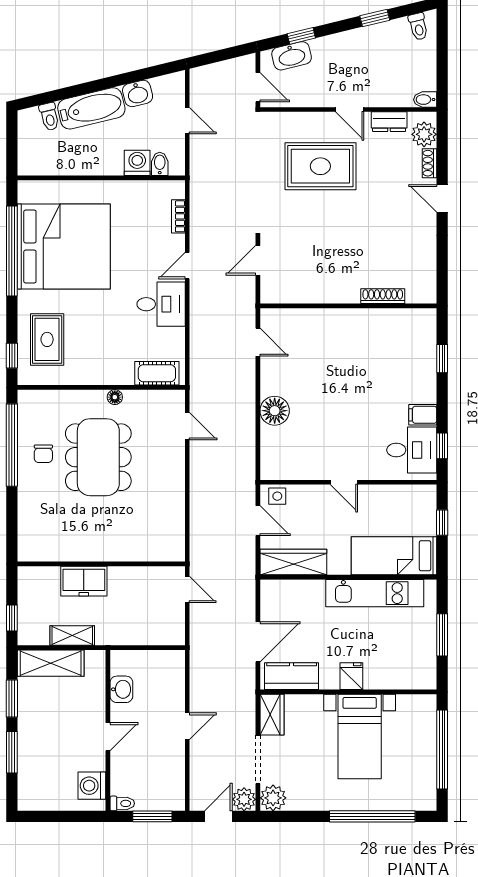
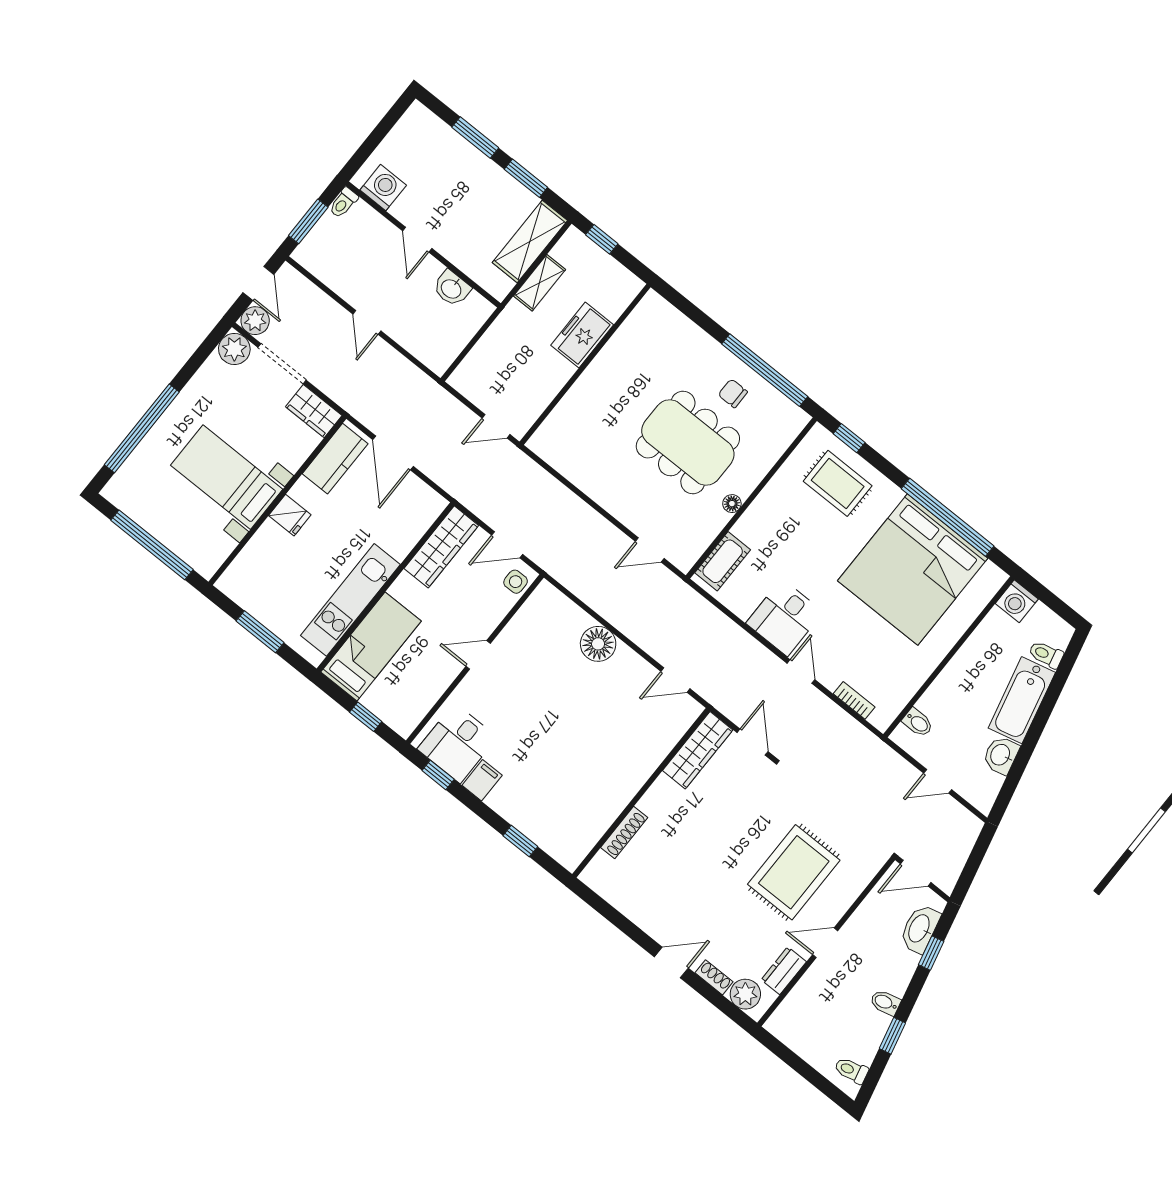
bidet: (425, 100) -> (885, 1002), moved, turned -104
washing machine: (137, 163) -> (1017, 601), moved, turned 90
wardrobe: (292, 291) -> (698, 750), added

